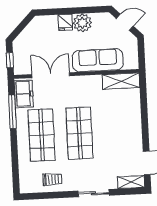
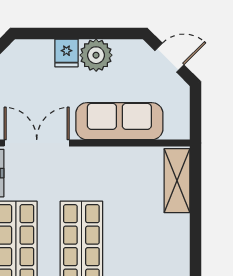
shelving: (121, 81) -> (177, 181), moved, turned 90

